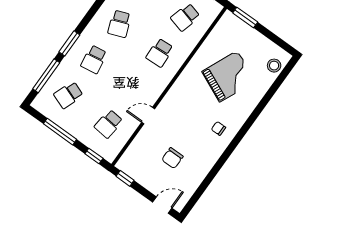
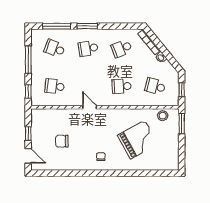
stool: (274, 66) -> (163, 116), moved
grand piano: (229, 76) -> (138, 140), turned -53
door: (148, 116) -> (90, 107), moved
window: (125, 178) -> (28, 134), moved

